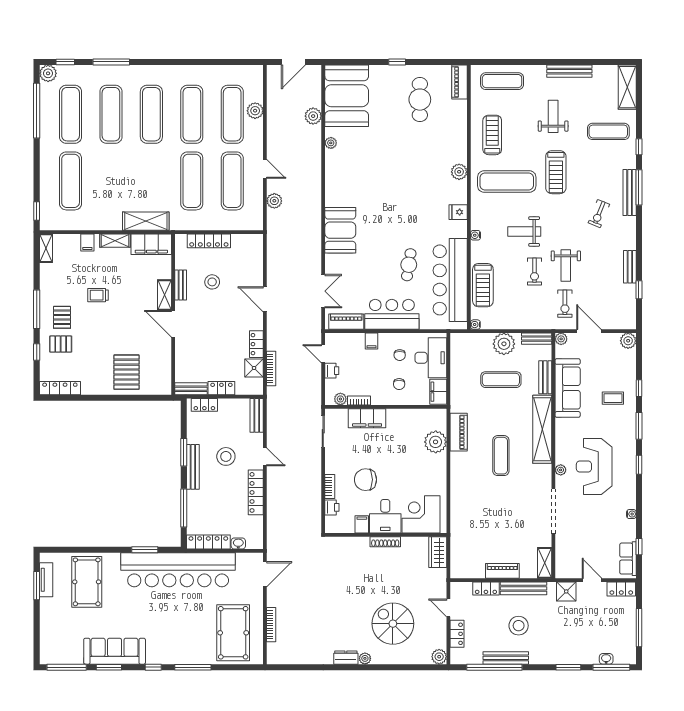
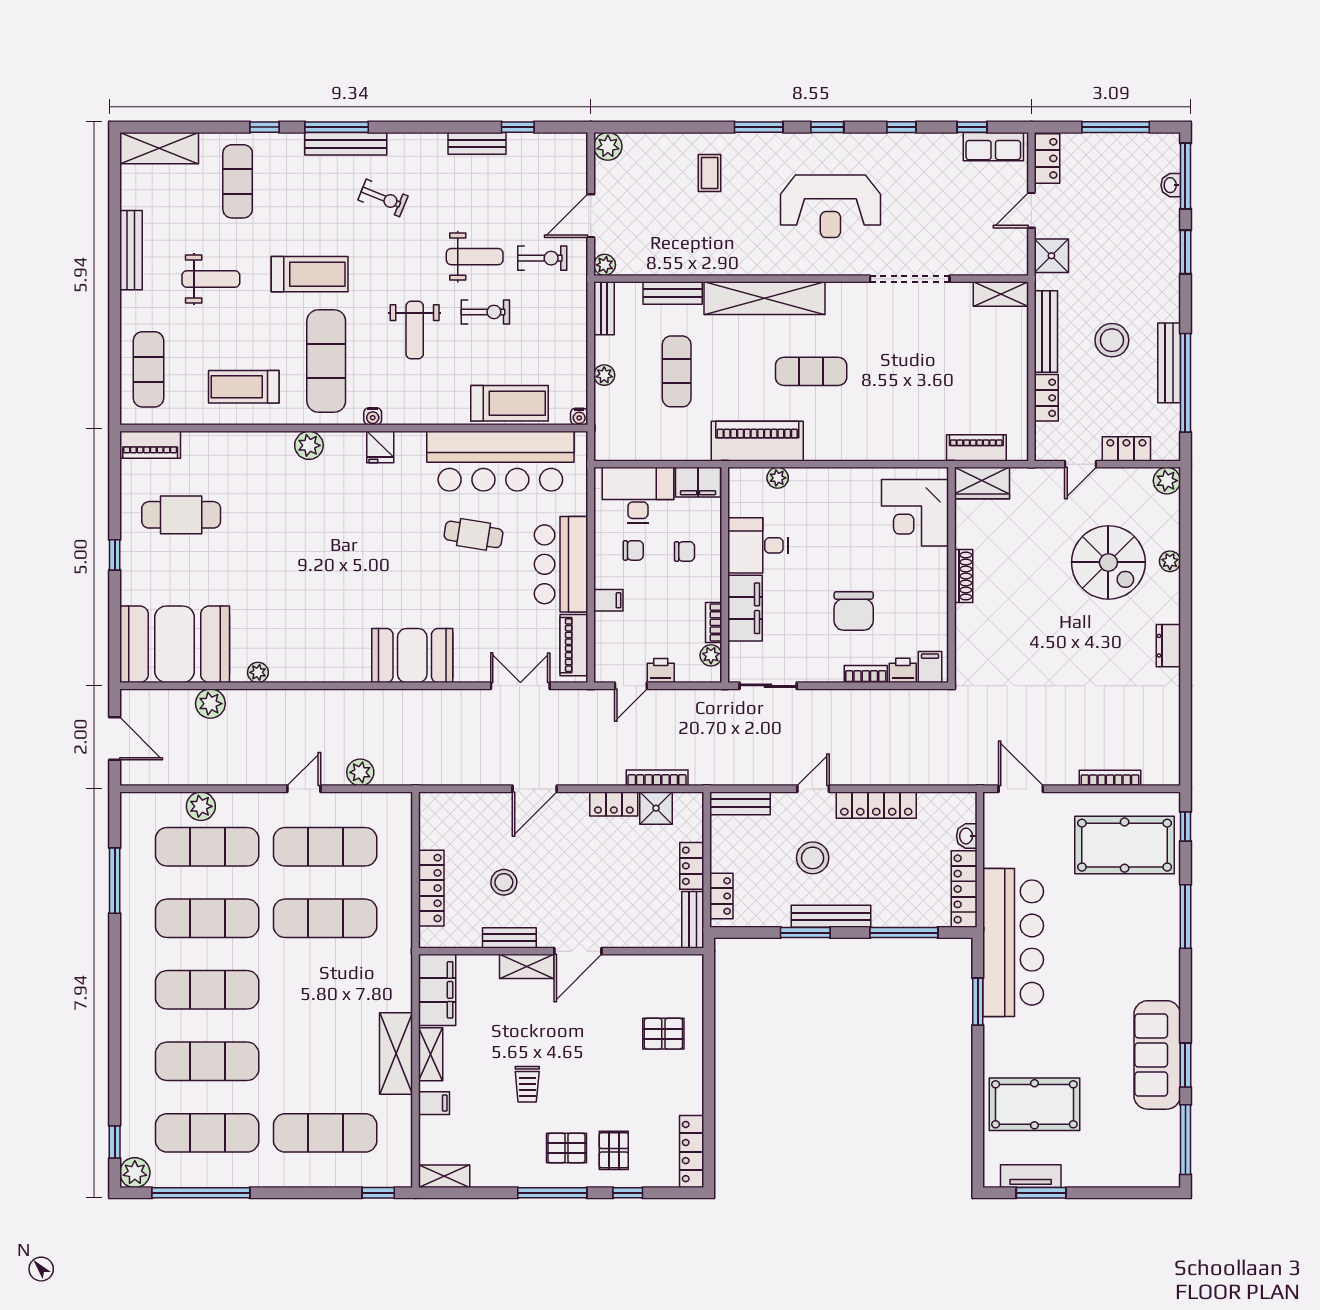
window: (111, 62) -> (115, 881), moved
weight bench: (553, 116) -> (211, 279), turned 180
shelving: (146, 221) -> (396, 1054), moved
water cooler: (476, 235) -> (373, 416), moved
plant: (504, 344) -> (604, 375), width x0.53, depth x0.53
pallet: (127, 372) -> (663, 1034), width x0.67, depth x0.71
sofa: (568, 388) -> (691, 253), removed
window: (639, 388) -> (901, 127), moved
piano: (459, 432) -> (757, 441), width x1.37, depth x1.33
plant: (436, 442) -> (778, 478), width x0.53, depth x0.53
plant: (561, 470) -> (836, 266), removed
water cooler: (631, 514) -> (914, 141), removed
desk: (385, 516) -> (758, 545), moved, turned 180
filing cabinet: (362, 524) -> (930, 667), moved, turned 90
bar counter: (178, 570) -> (1013, 943), width x0.73
piano: (502, 571) -> (976, 448), moved, turned 90
spiral stairs: (393, 624) -> (1108, 562), turned -90
plant: (365, 658) -> (1170, 561), moved
window: (153, 667) -> (1185, 827), moved

